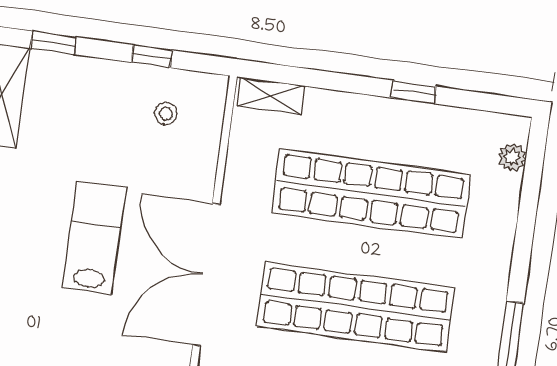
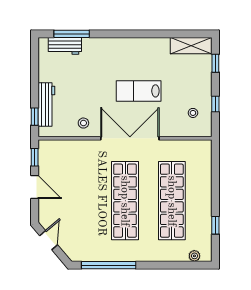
window: (414, 92) -> (215, 225), moved
shelving: (271, 96) -> (206, 155), removed
lab bench: (95, 238) -> (139, 91), turned 180

